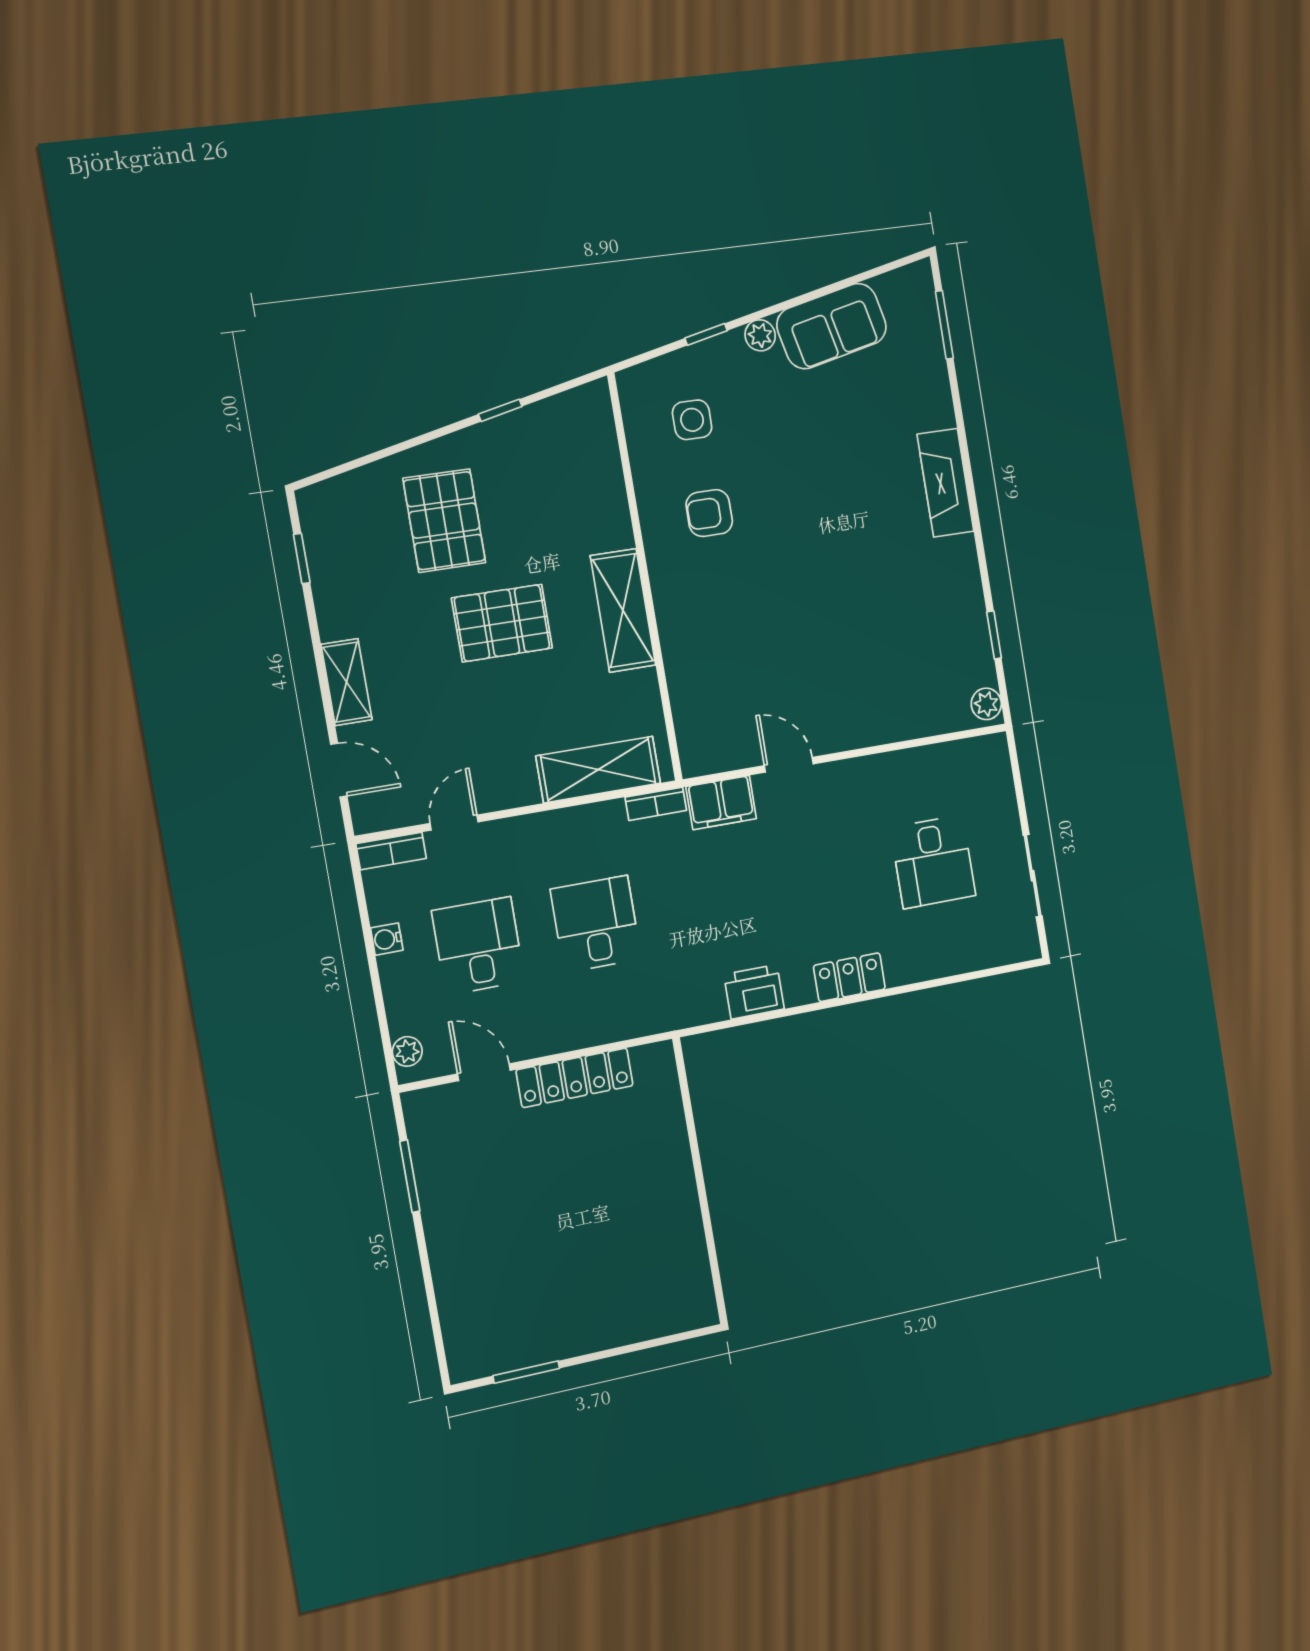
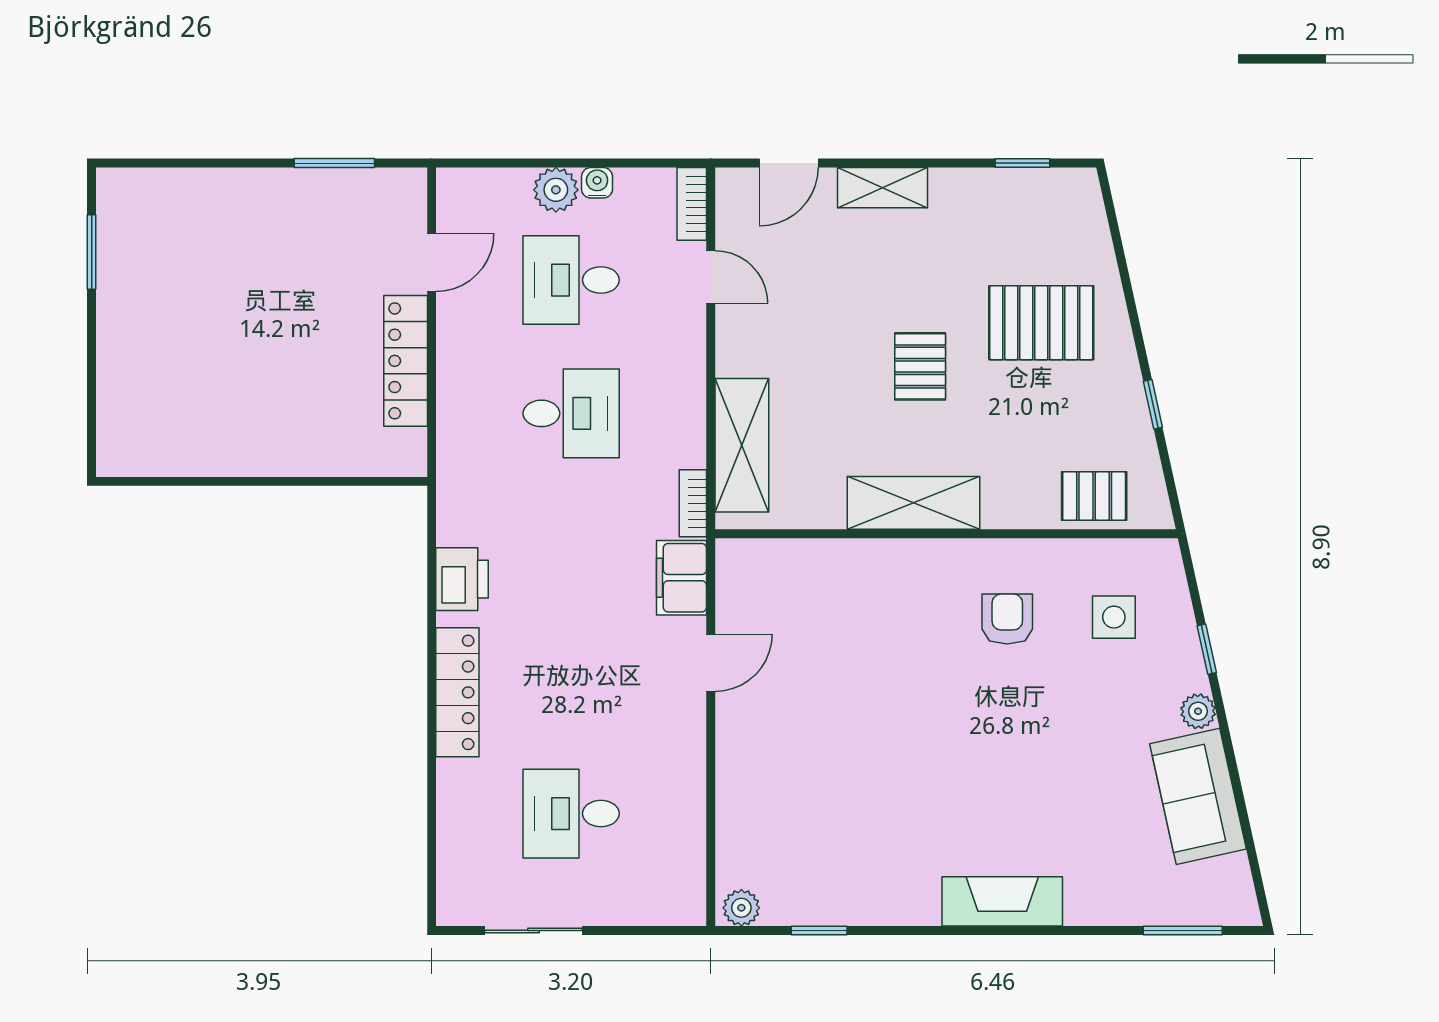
pallet: (590, 452) -> (1094, 496), added
pallet: (502, 623) -> (920, 366), width x0.67, depth x0.71
desk: (478, 946) -> (571, 280), turned 180
locker: (849, 977) -> (457, 692), width x1.53
plant: (407, 1051) -> (556, 190), moved, width x1.38, depth x1.38

